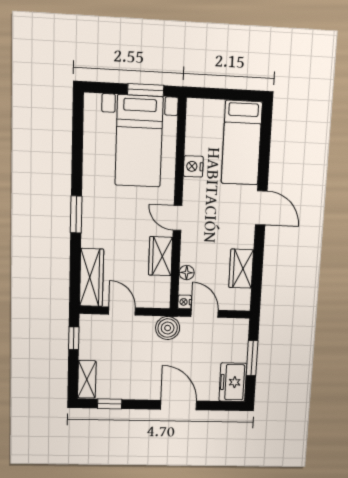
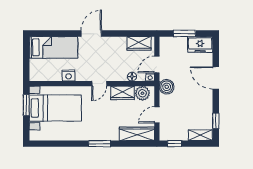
wardrobe: (241, 269) -> (139, 43), moved
plant: (159, 289) -> (142, 93), added
door: (179, 405) -> (216, 78), hinge flipped

